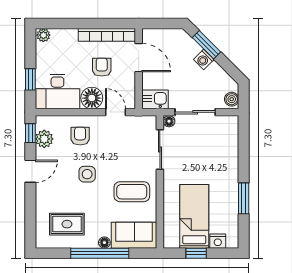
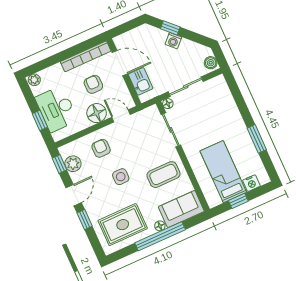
window: (206, 45) -> (170, 28), width x0.67
desk: (57, 91) -> (56, 109), moved, turned 90
kitchen sink: (155, 99) -> (141, 81), moved, turned 90
window: (30, 201) -> (85, 220), added
rug: (67, 224) -> (123, 225), width x1.36, depth x1.43

